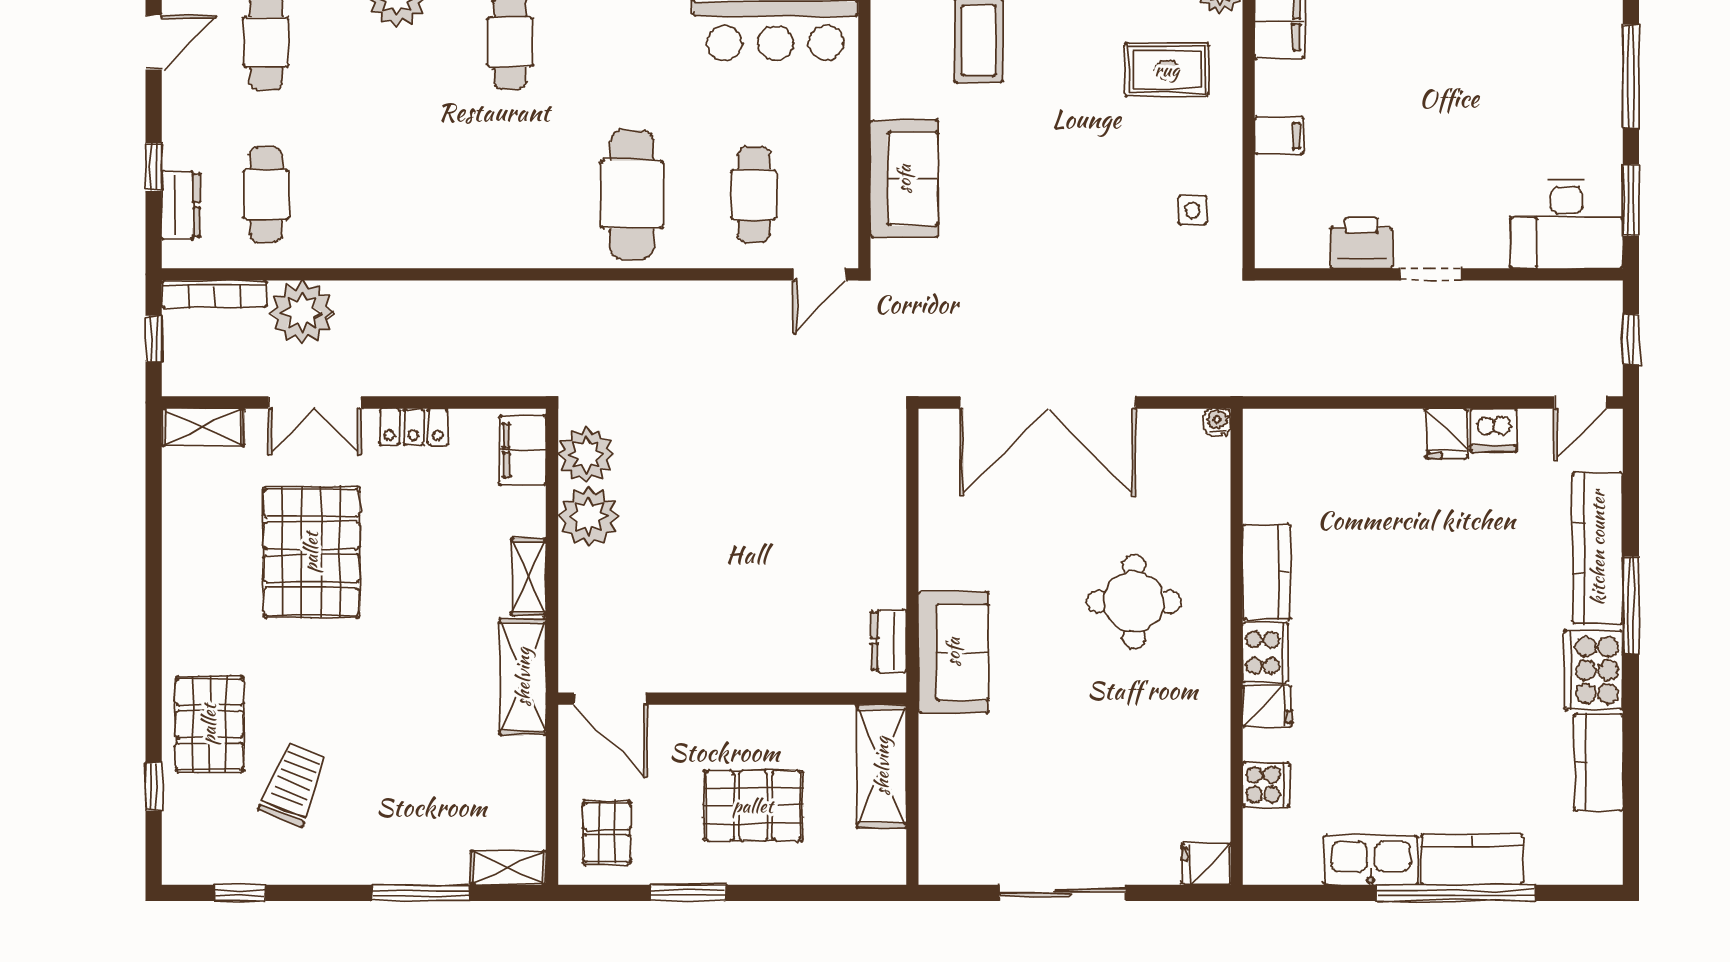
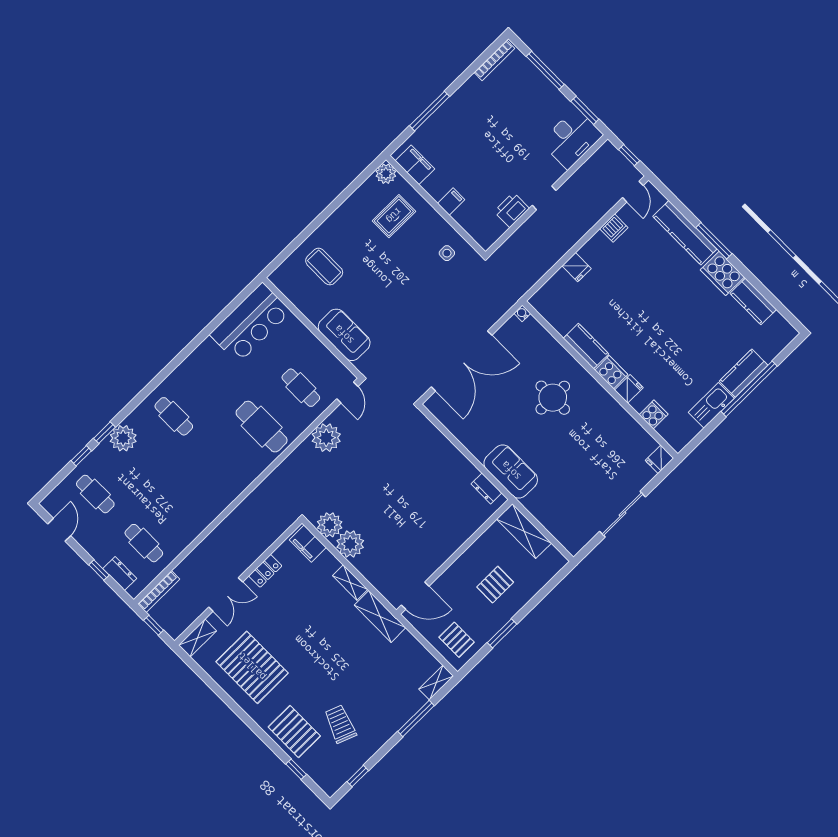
plant: (302, 312) -> (326, 438), moved
fridge: (1446, 434) -> (577, 267), moved
pallet: (311, 552) -> (252, 667), moved
pallet: (753, 806) -> (495, 585), width x0.67, depth x0.71

